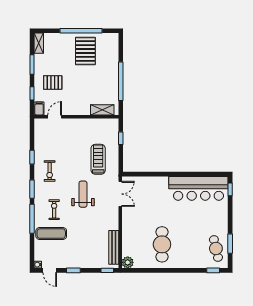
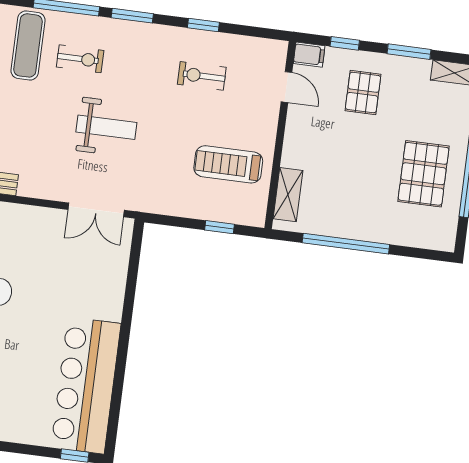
pallet: (85, 51) -> (424, 174), turned 90
treadmill: (98, 159) -> (228, 164), moved, turned 180
exercise bike: (50, 171) -> (202, 76), moved

